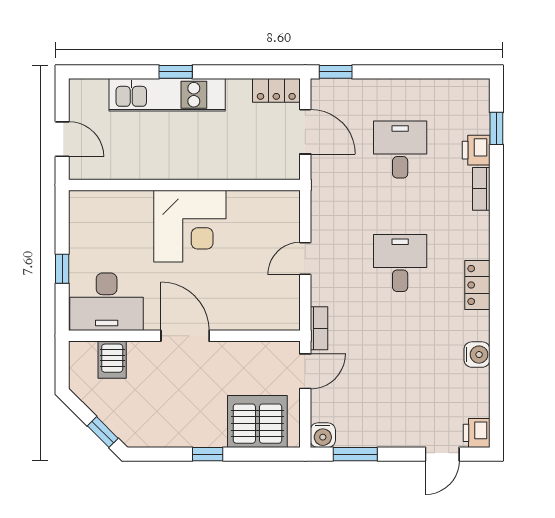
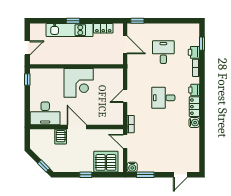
locker: (276, 90) -> (103, 28), moved
door: (62, 139) -> (27, 48), hinge flipped
desk: (400, 263) -> (163, 98), turned -90
window: (62, 269) -> (27, 80), moved
water cooler: (477, 355) -> (194, 123), moved
server rack: (112, 360) -> (61, 137), moved
door: (305, 371) -> (125, 141), swing flipped
printer: (477, 433) -> (194, 90), moved

